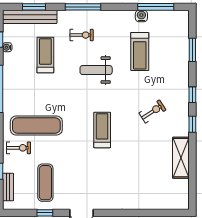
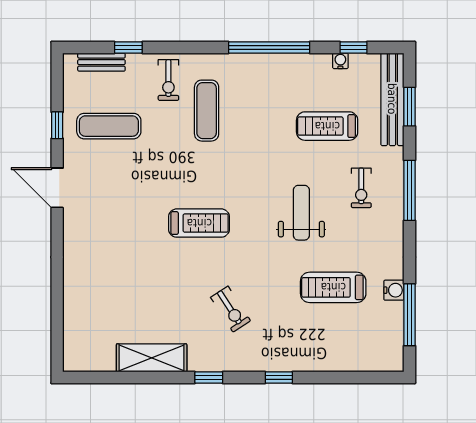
window: (192, 50) -> (336, 378), removed
treadmill: (45, 55) -> (327, 126), turned 180
window: (192, 95) -> (279, 378), moved
exercise mat: (36, 125) -> (207, 111), width x0.73, depth x0.69

